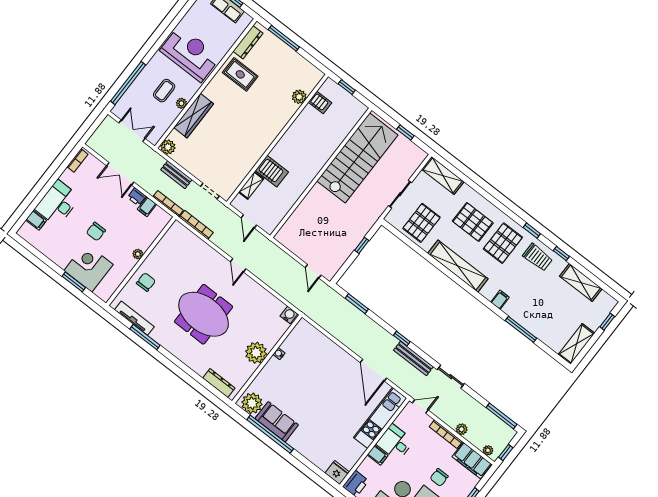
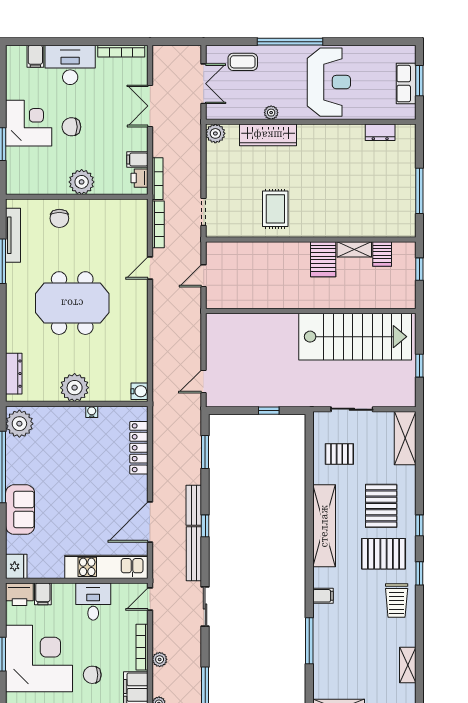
window: (284, 38) -> (419, 191), moved
dresser: (248, 42) -> (380, 132), width x0.70
rug: (240, 74) -> (275, 209), moved
window: (128, 83) -> (290, 42), moved
coffee table: (164, 91) -> (243, 62), moved
plant: (299, 97) -> (371, 228), removed
bookcase: (77, 160) -> (121, 51), width x1.56
server rack: (272, 171) -> (323, 259), moved
bench: (176, 175) -> (194, 505), moved
shelving: (251, 185) -> (354, 249), moved
printer: (137, 197) -> (139, 178), moved
pallet: (421, 223) -> (339, 454), width x0.67, depth x0.71
window: (561, 253) -> (419, 525), moved
plant: (138, 254) -> (82, 182), width x1.88, depth x1.88
door: (238, 265) -> (150, 268), moved
corner desk: (89, 268) -> (29, 123), moved
chair: (146, 282) -> (59, 218), turned 90
shelving: (581, 283) -> (408, 665), width x0.67, depth x0.75
meeting table: (204, 314) -> (72, 303), turned 90
locker: (323, 342) -> (139, 448), added
door: (420, 407) -> (150, 599), swing flipped
sofa: (277, 422) -> (20, 510), moved
filing cabinet: (378, 455) -> (43, 594), moved

